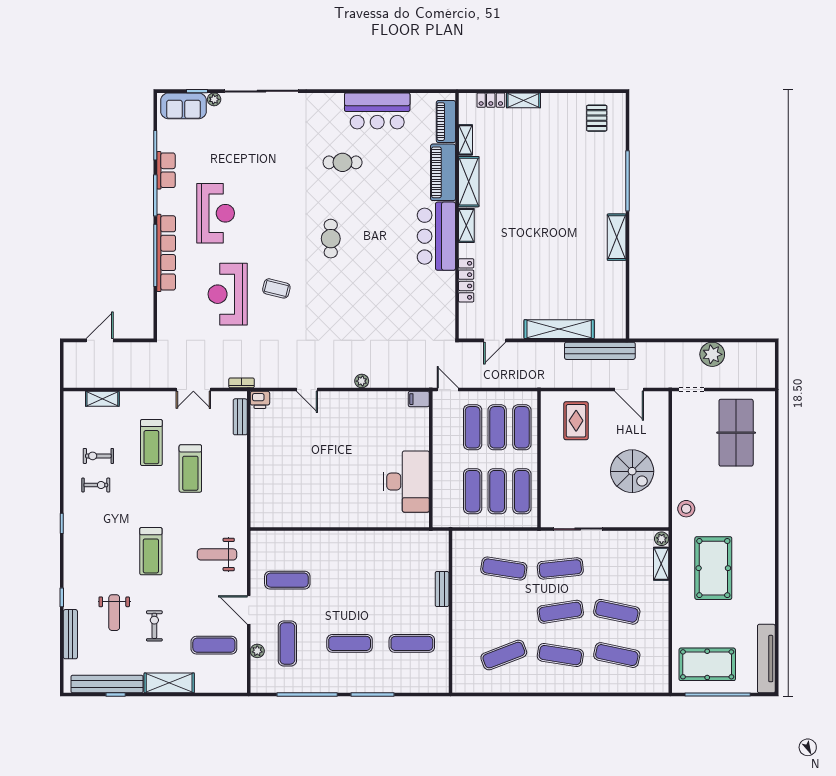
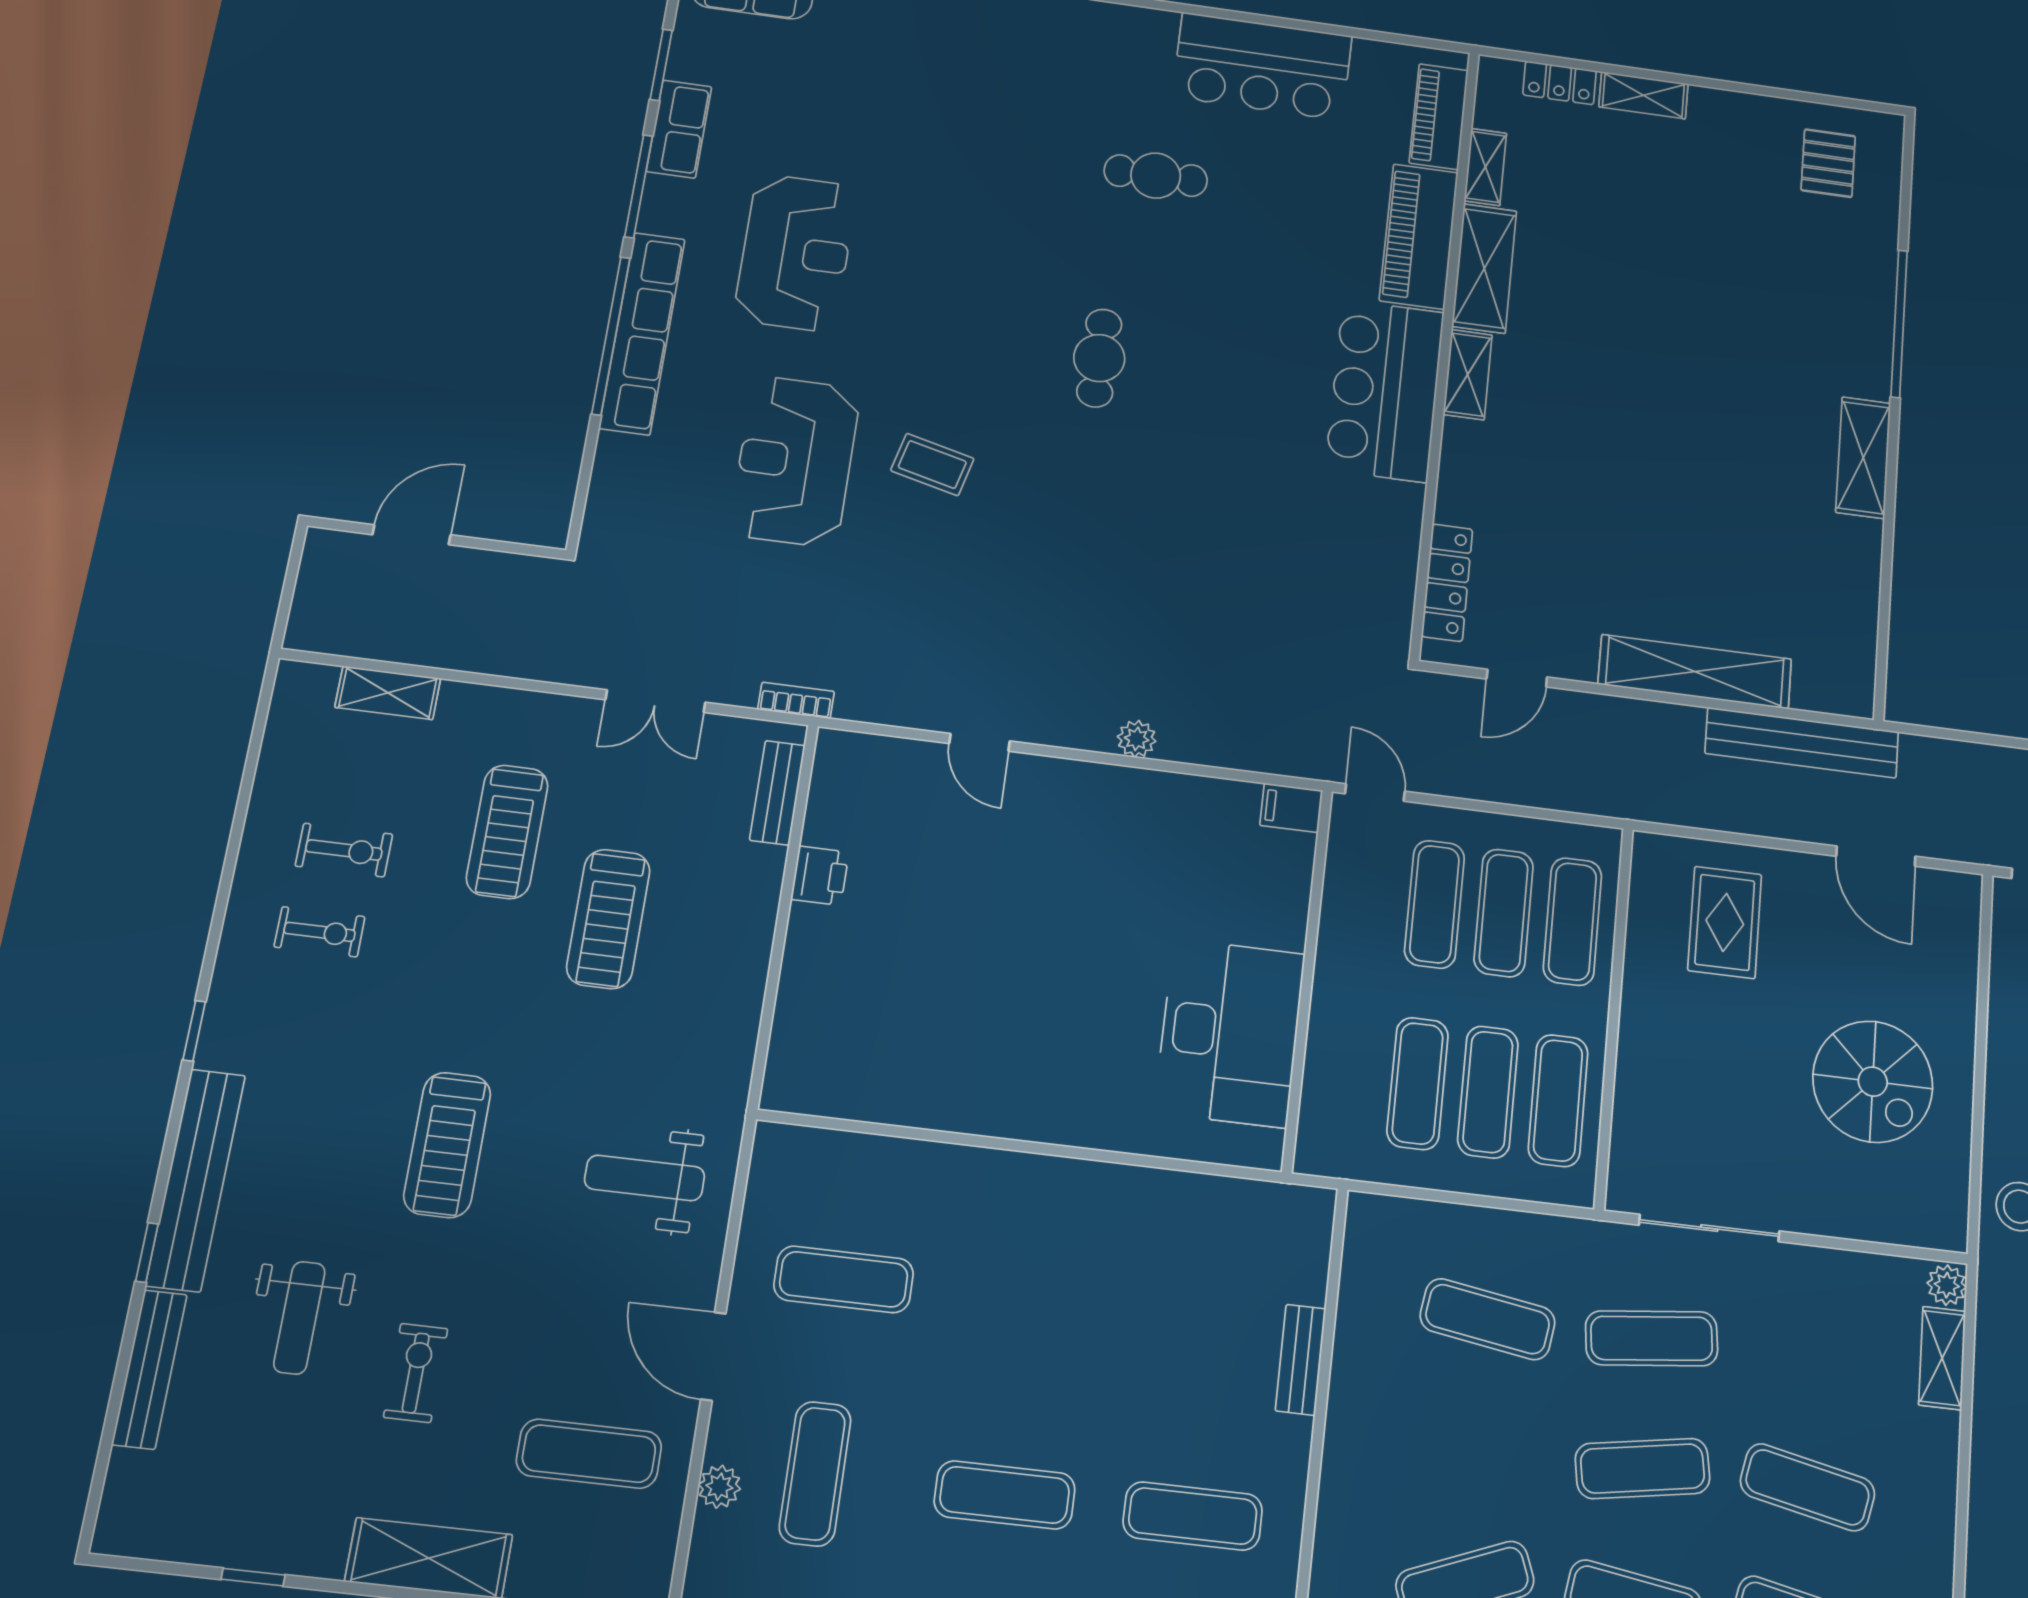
locker: (466, 280) -> (1447, 583), moved
printer: (260, 400) -> (820, 876), moved, turned -90
exercise bike: (98, 456) -> (344, 850), turned 180
bench: (107, 684) -> (196, 1180), moved, turned 90

